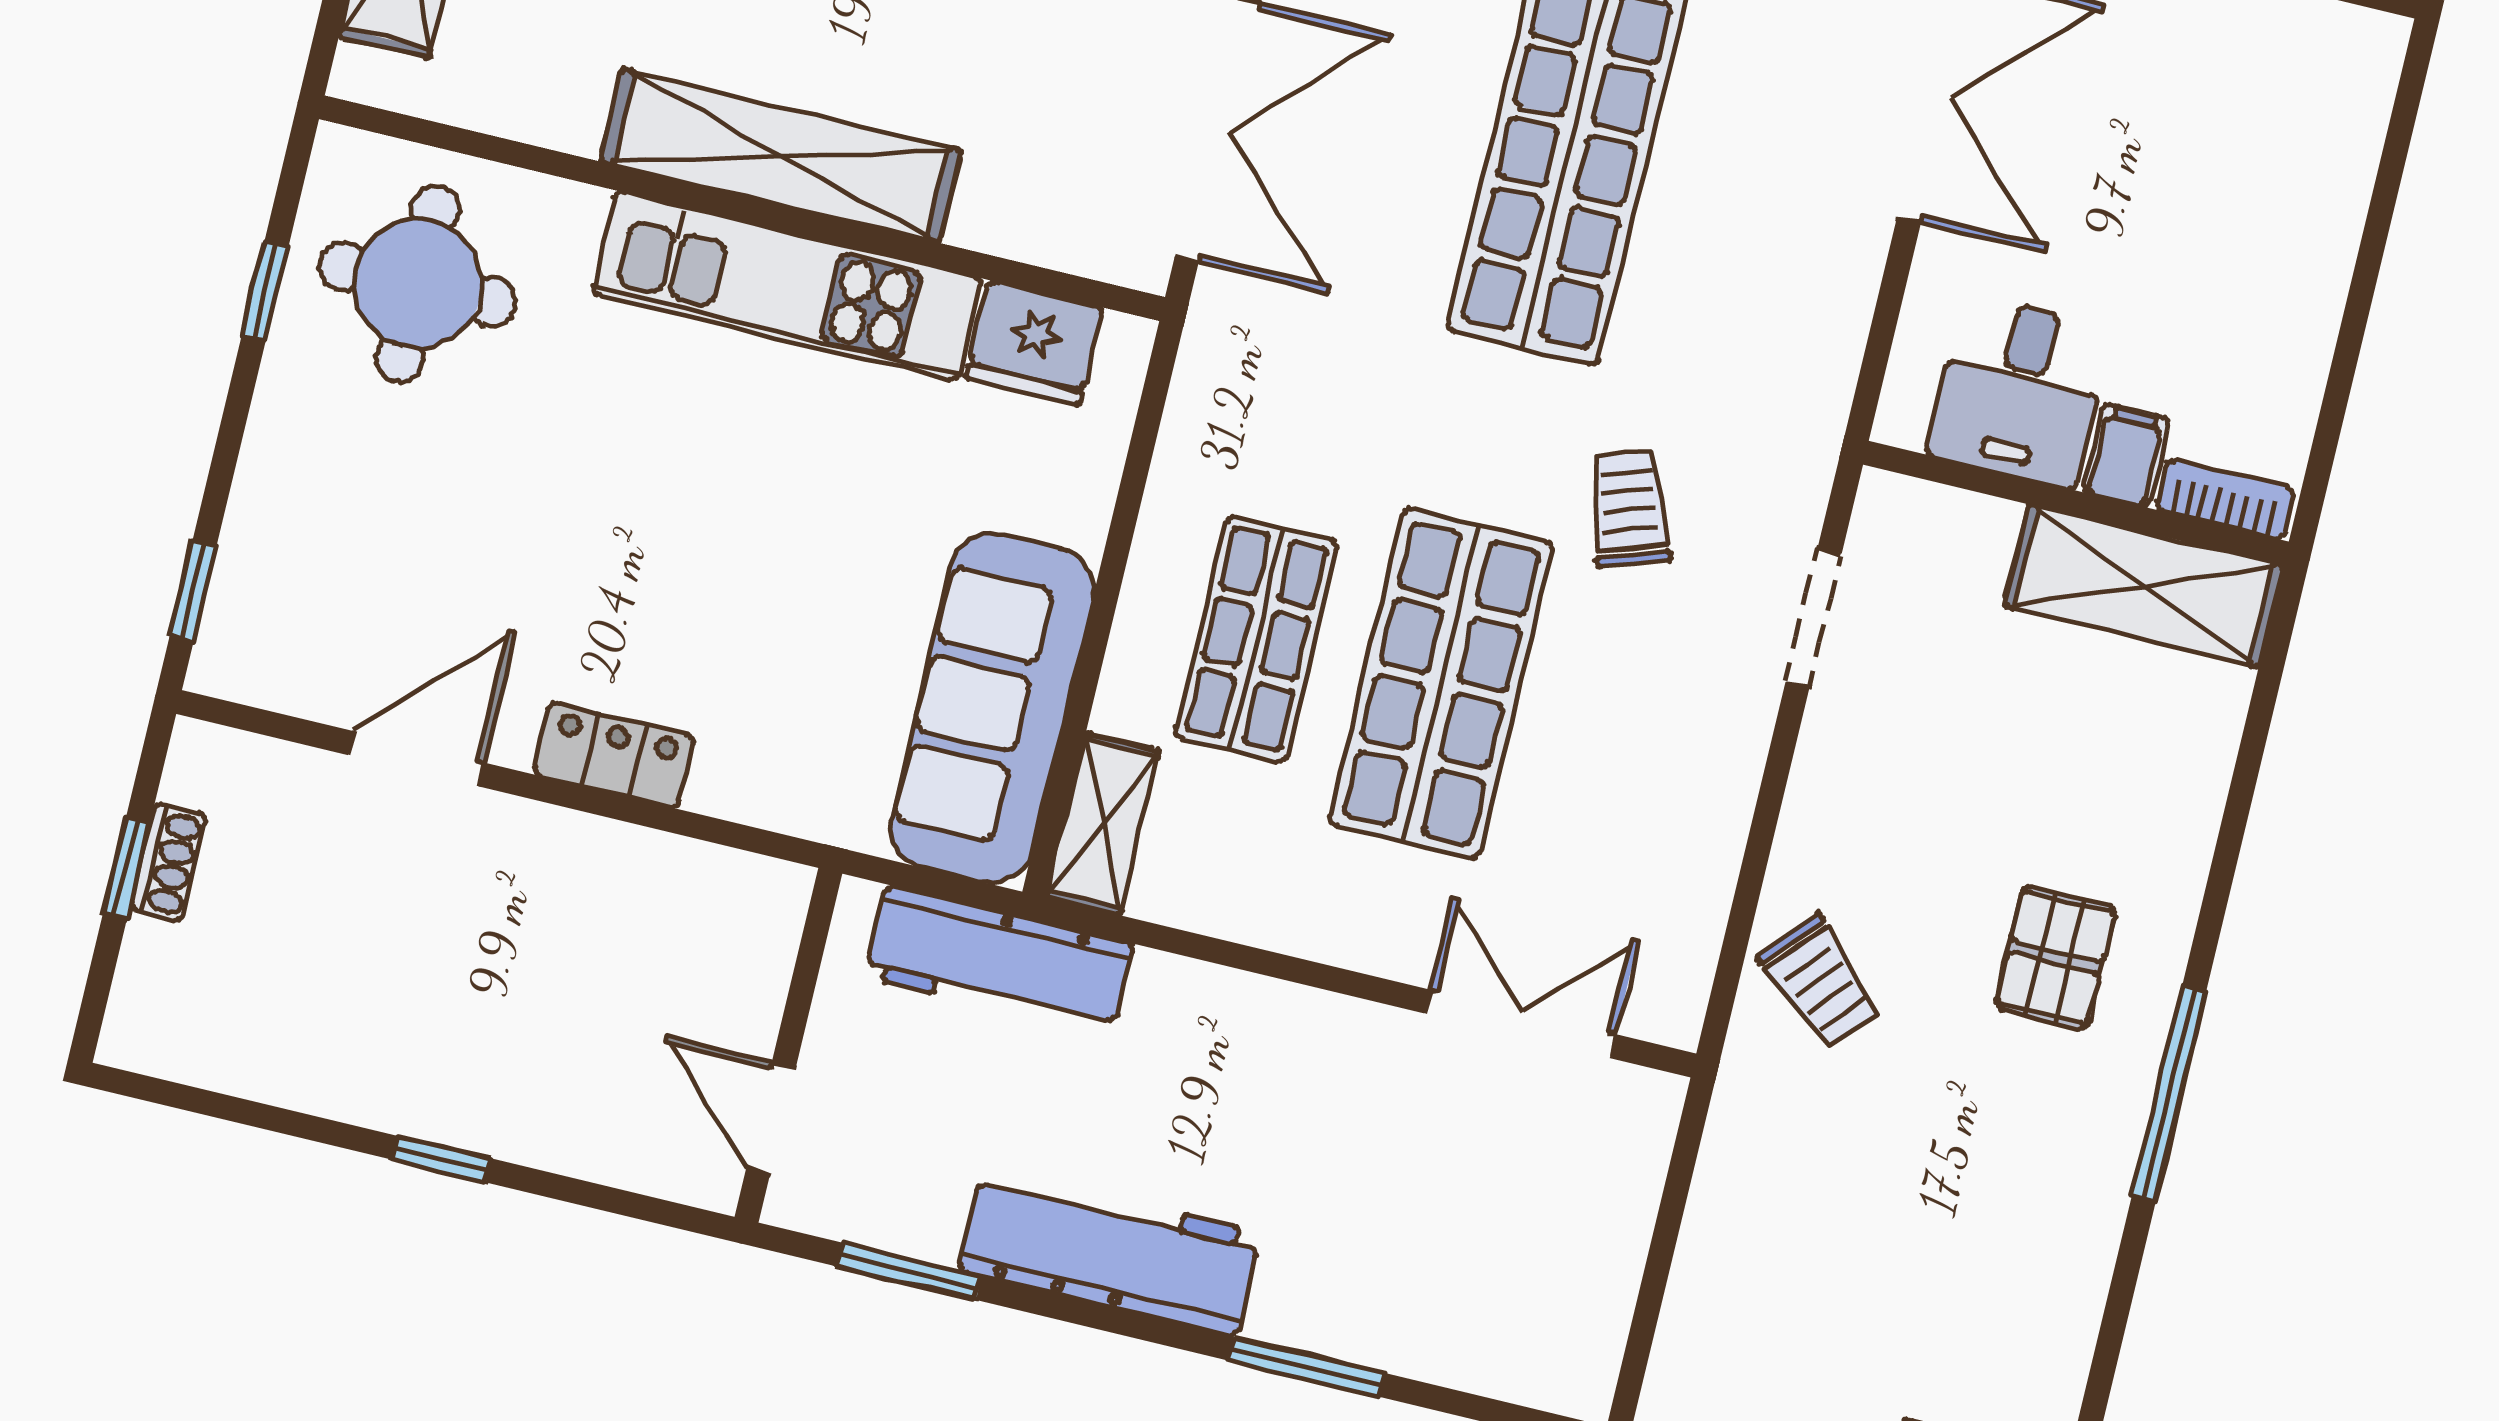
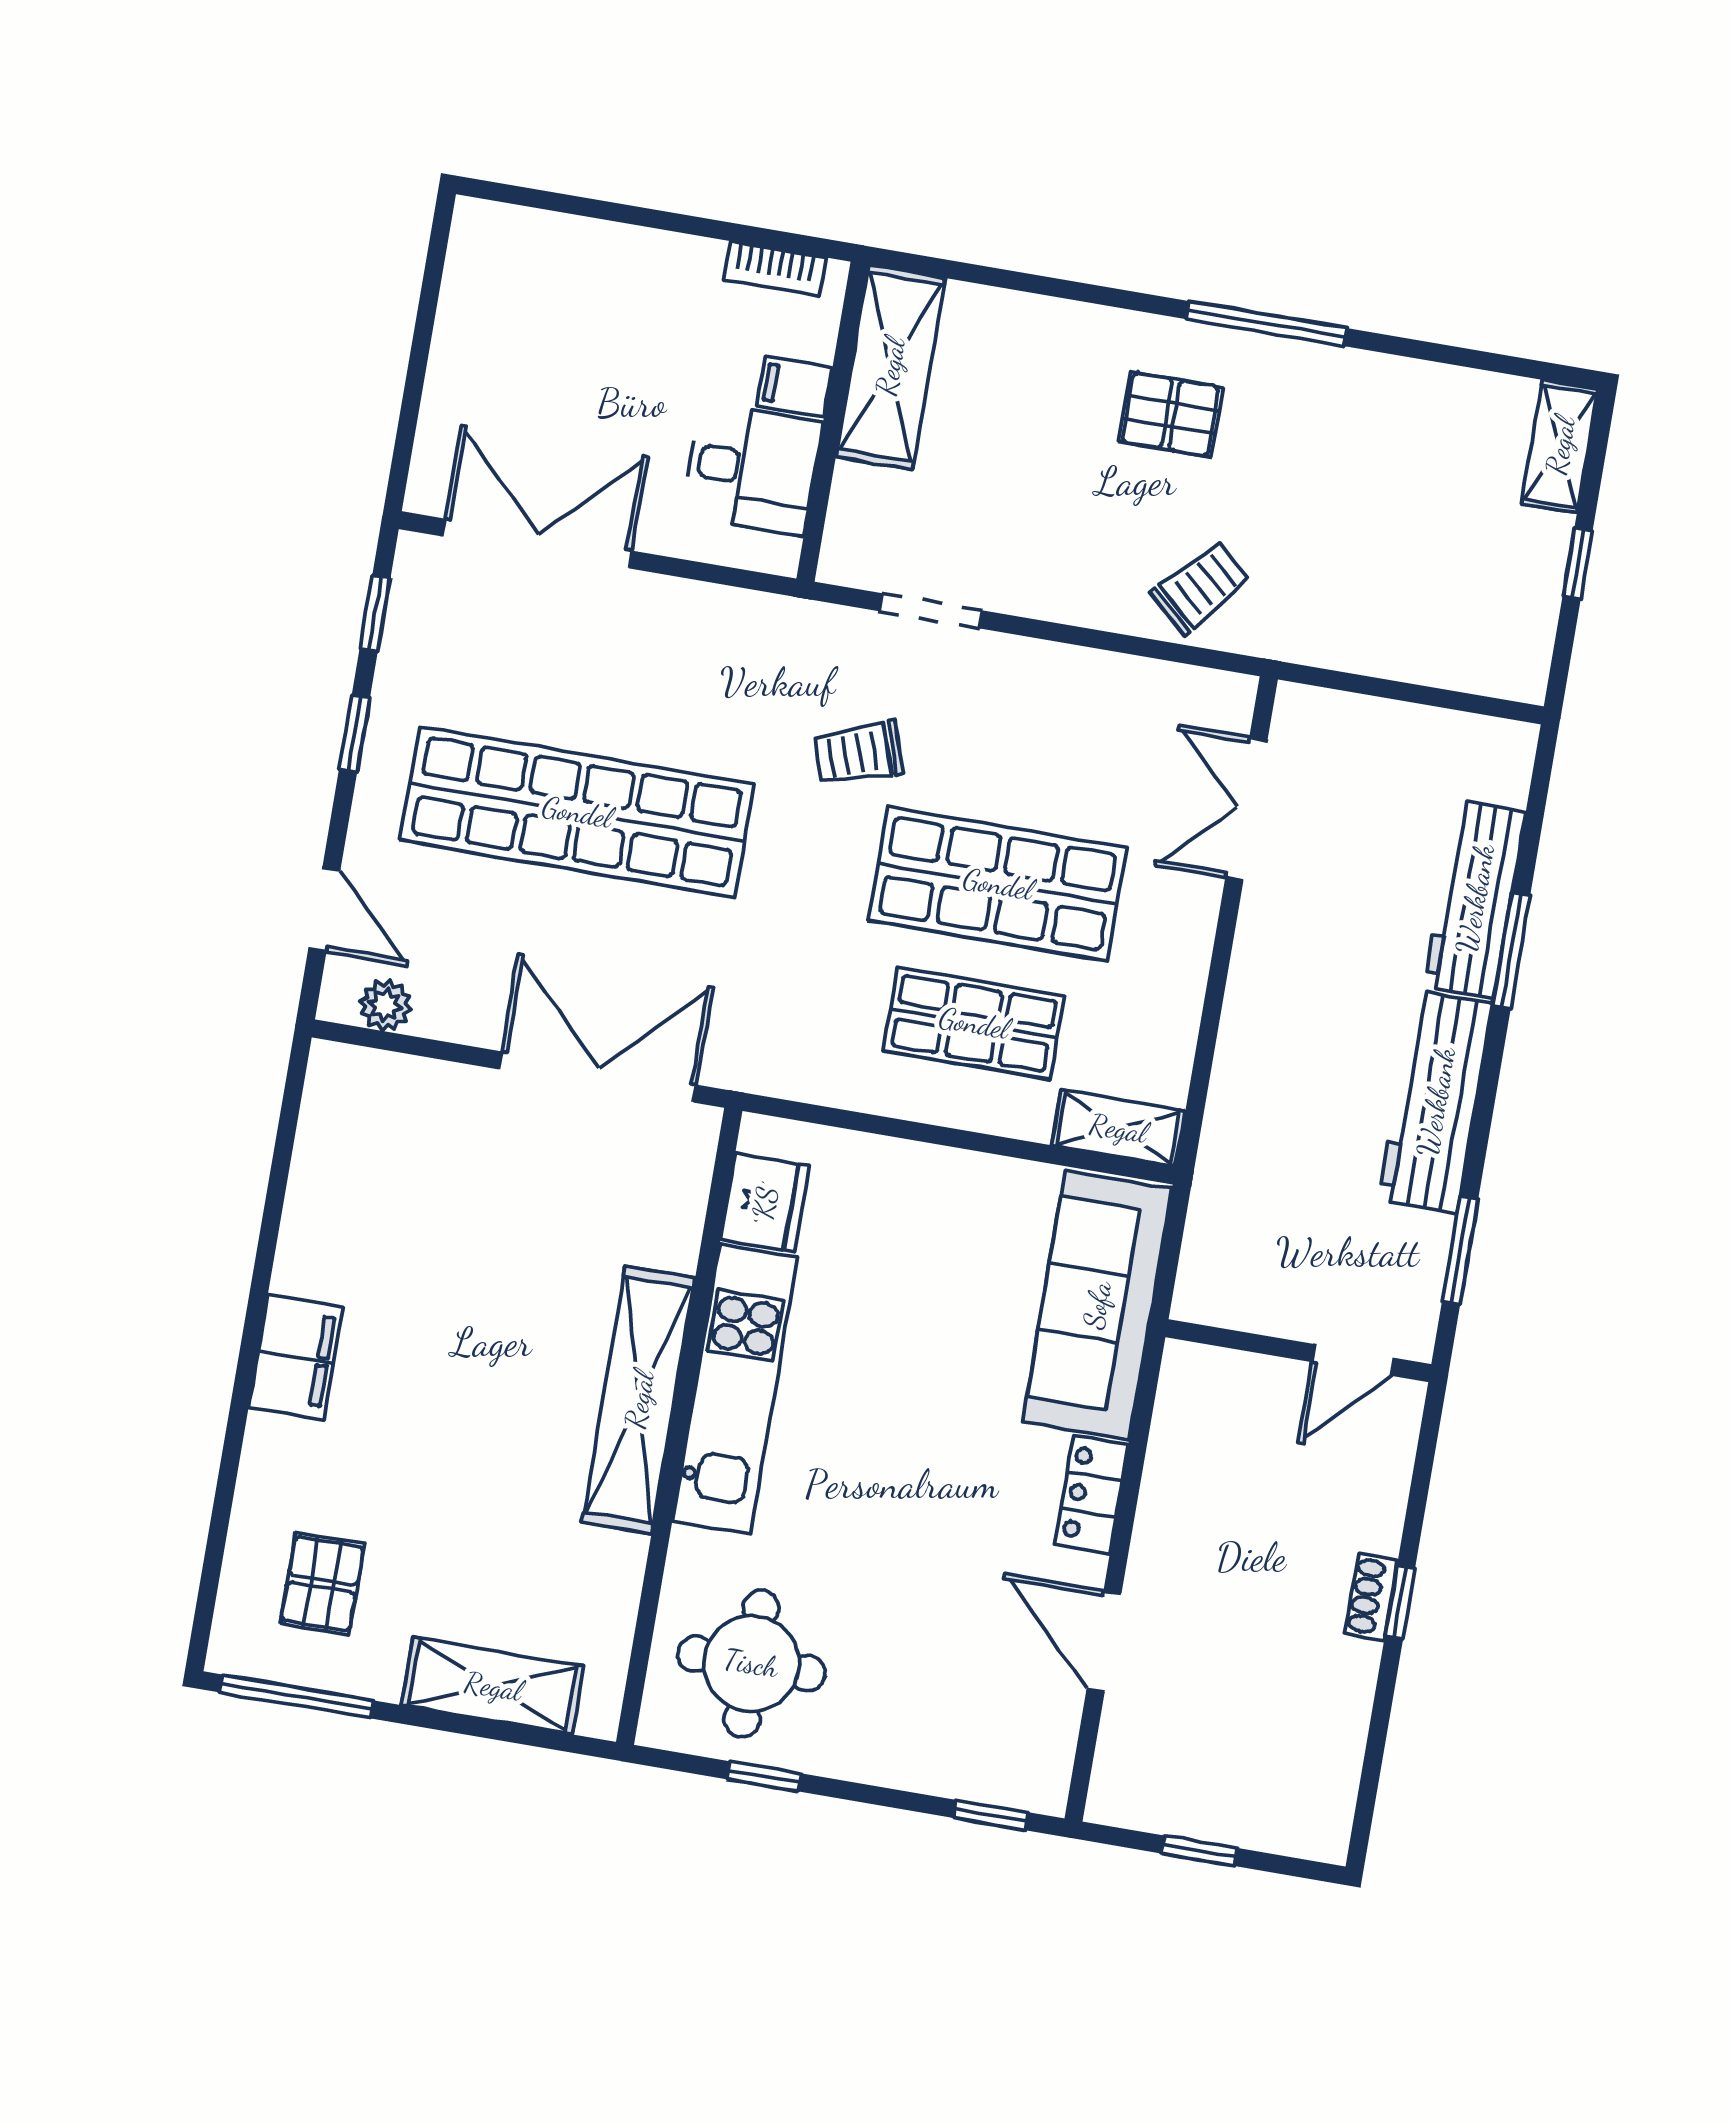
bookcase: (2225, 499) -> (774, 269), moved, turned -90
sofa: (992, 708) -> (1097, 1305), moved, turned 90
shoe rack: (168, 863) -> (1371, 1597), moved, turned -90
workbench: (999, 960) -> (1475, 899), moved, turned 180

